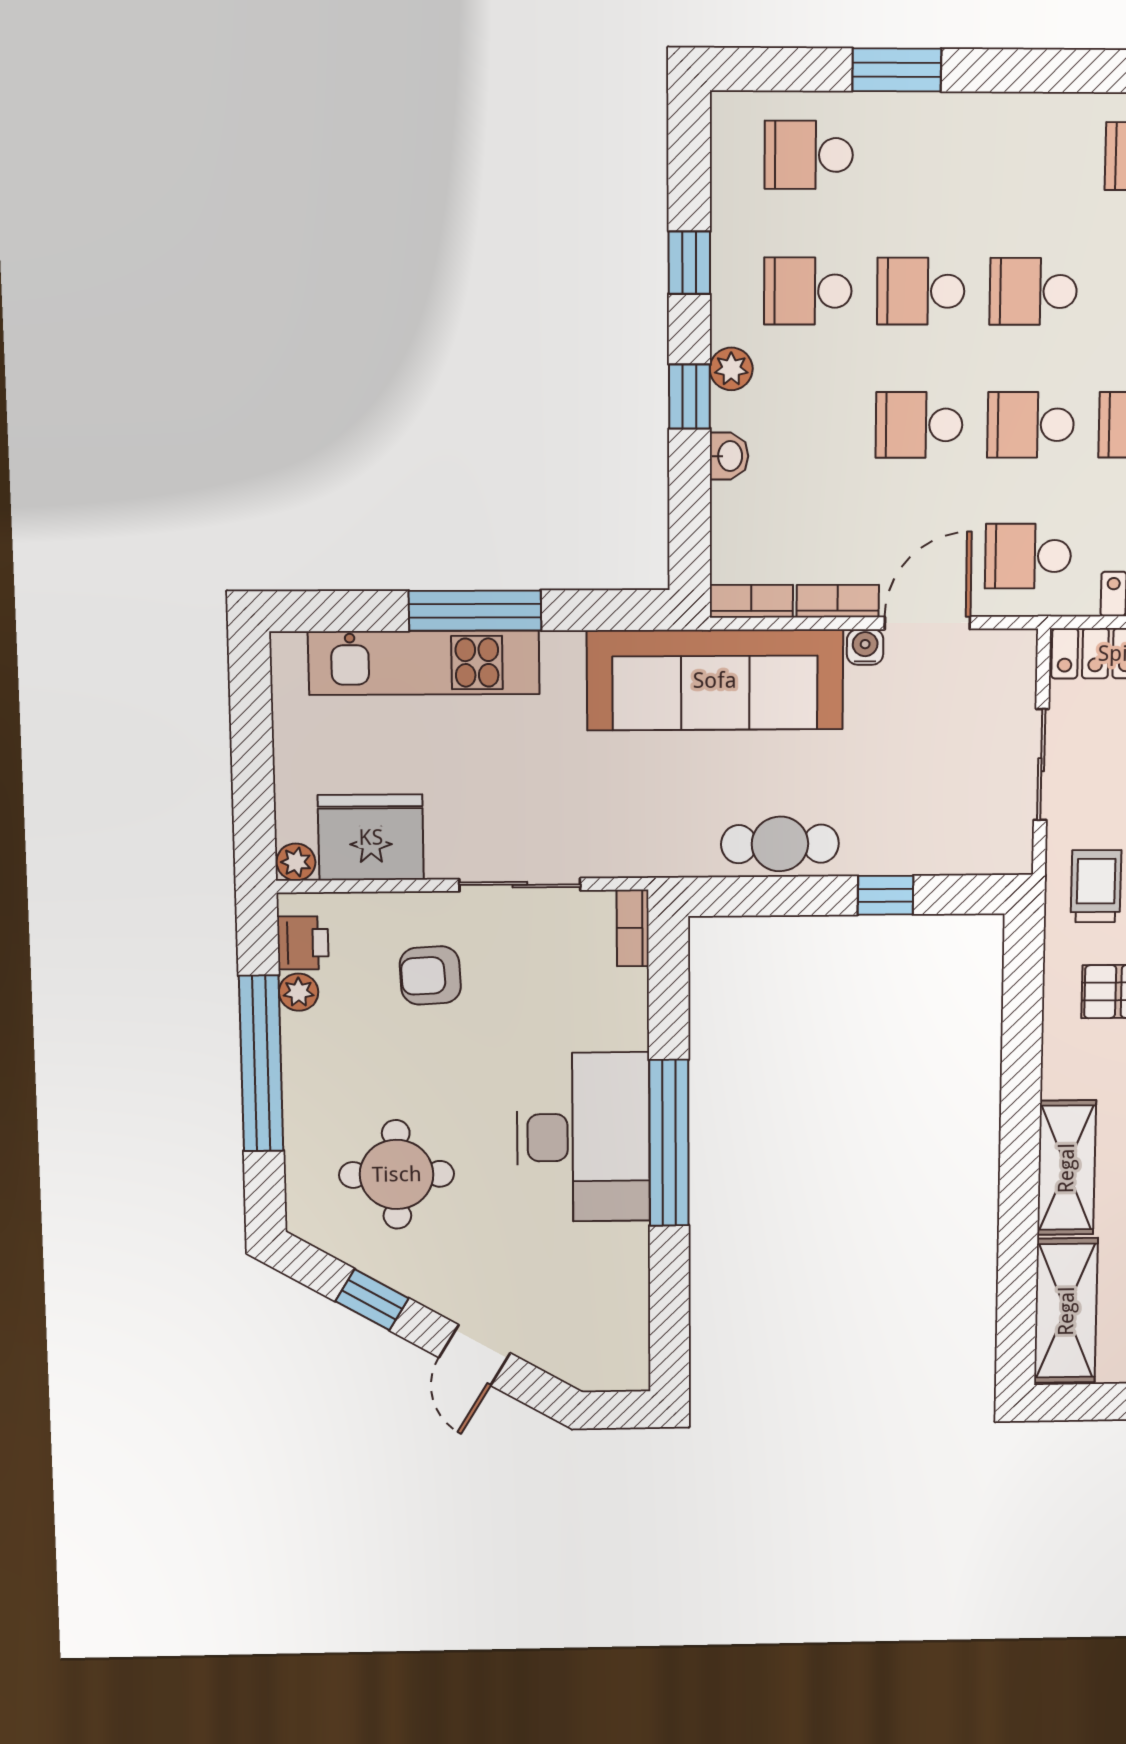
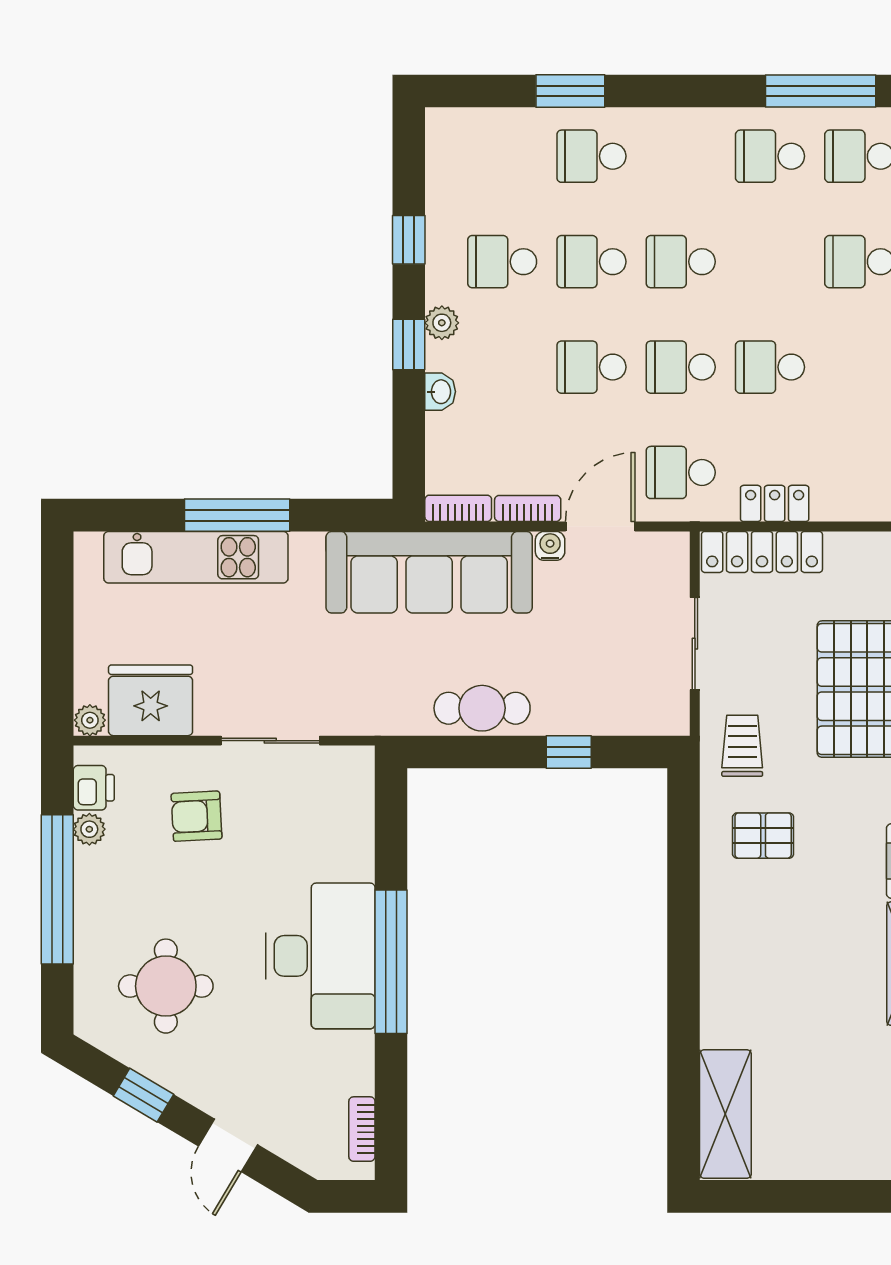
school desk: (809, 155) -> (591, 156), moved
bookcase: (633, 928) -> (362, 1129), moved
shelving: (1066, 1168) -> (723, 988), removed

